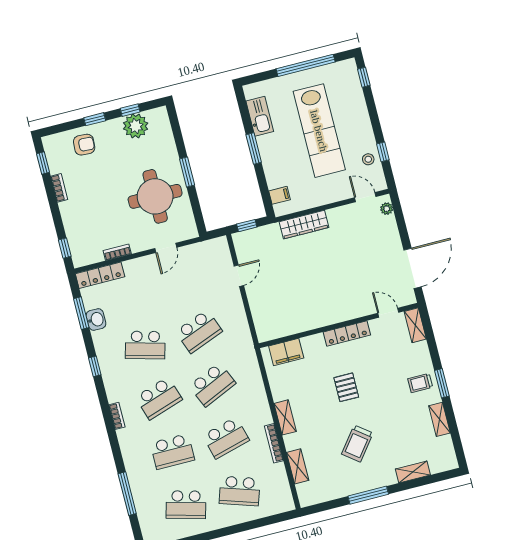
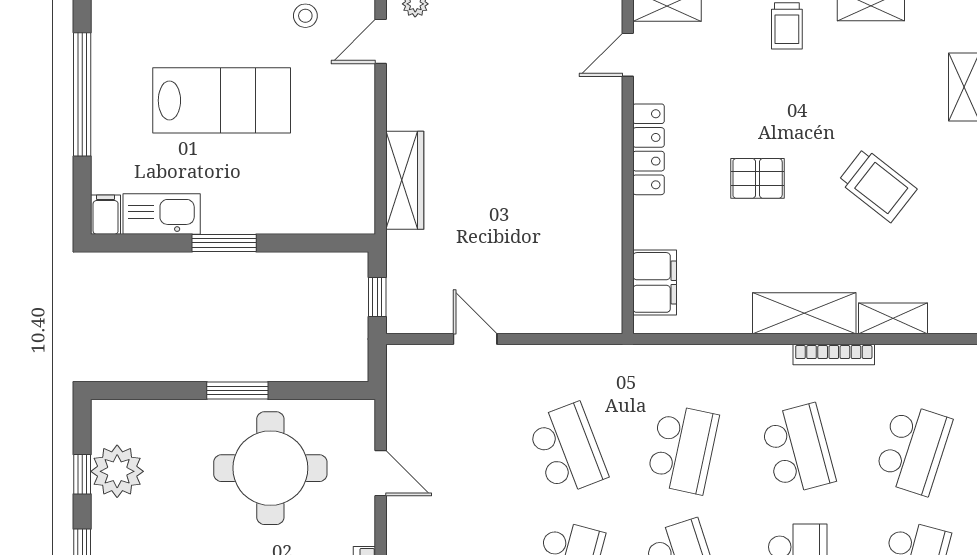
lab bench: (319, 131) -> (222, 100), width x0.73
filing cabinet: (280, 195) -> (106, 215), moved
school desk: (212, 385) -> (683, 449), turned 36
shelving: (285, 417) -> (804, 313), width x1.50, depth x1.33

